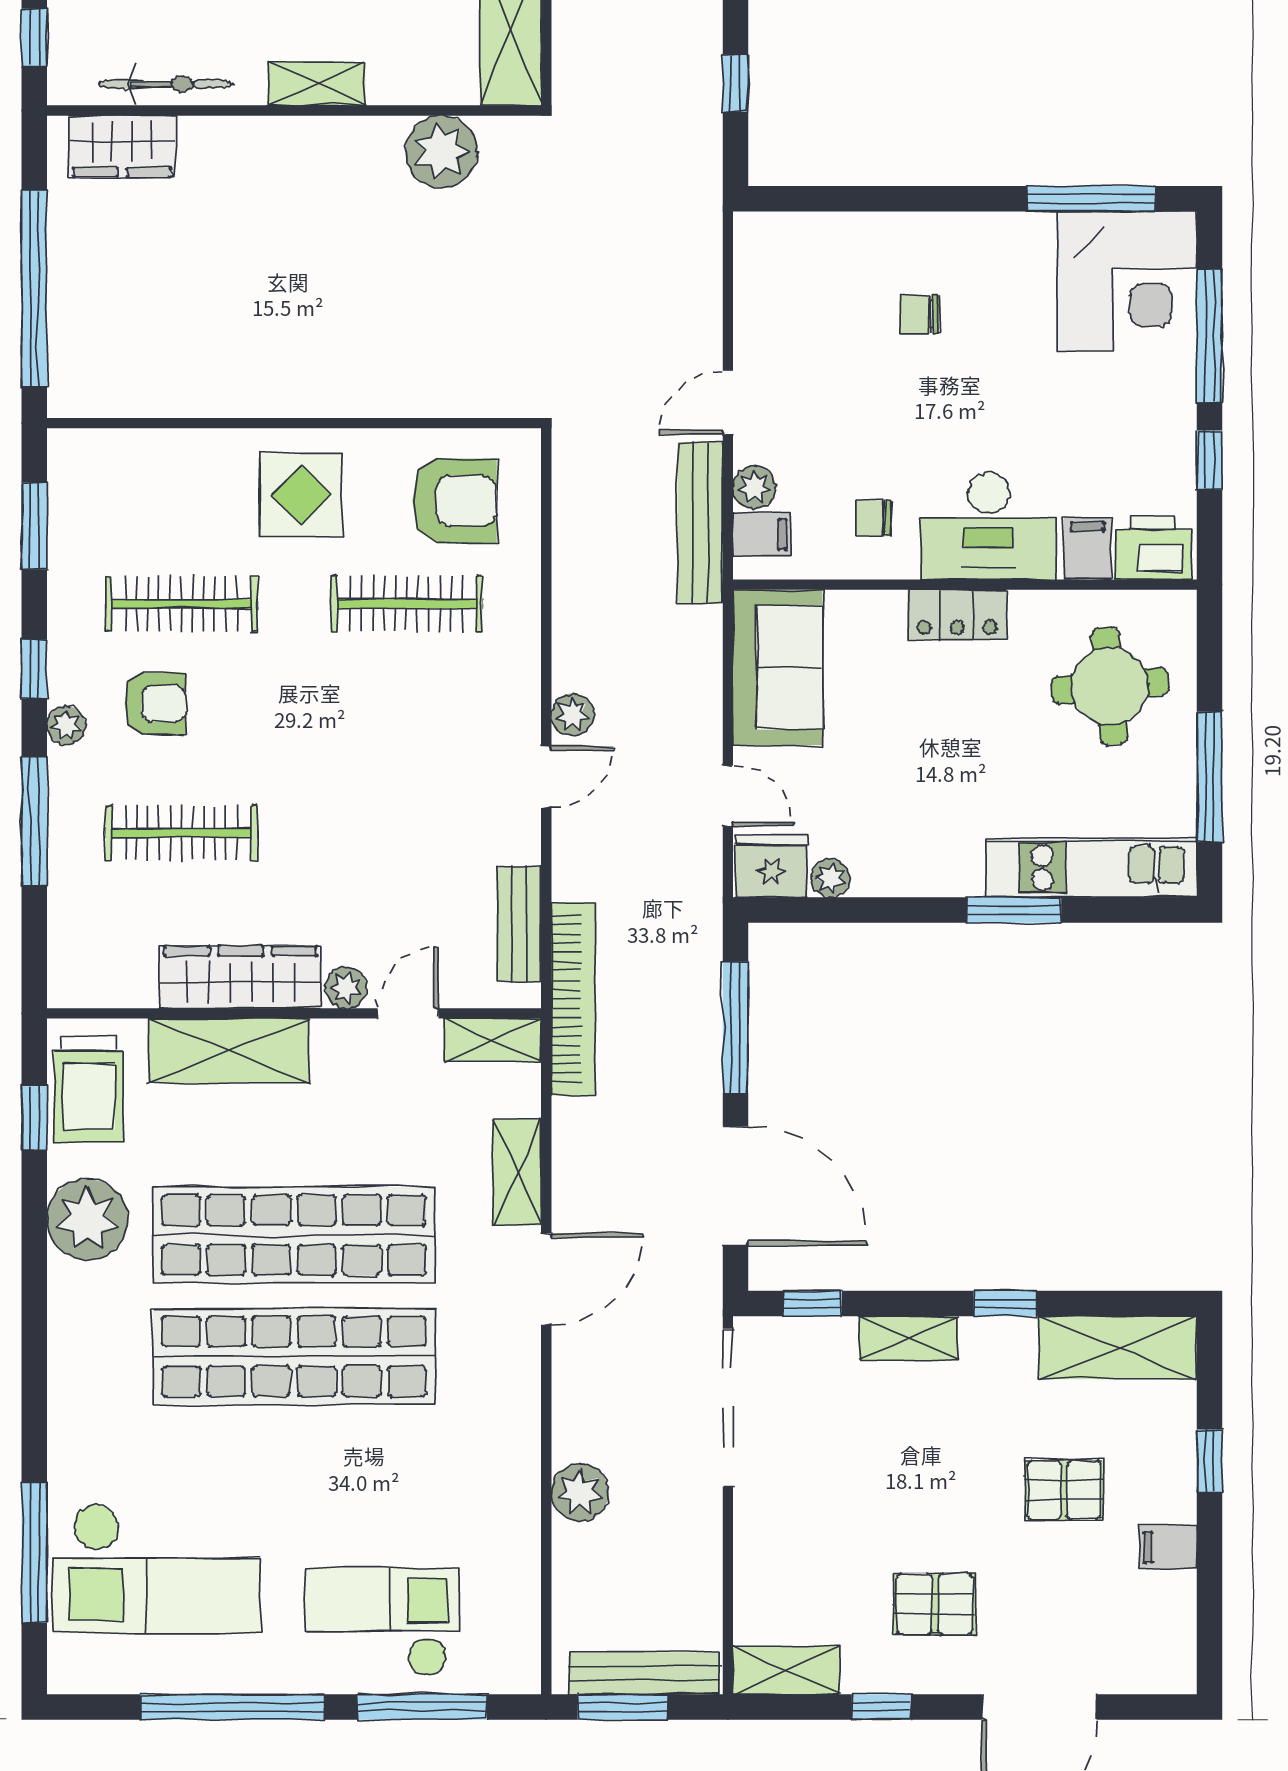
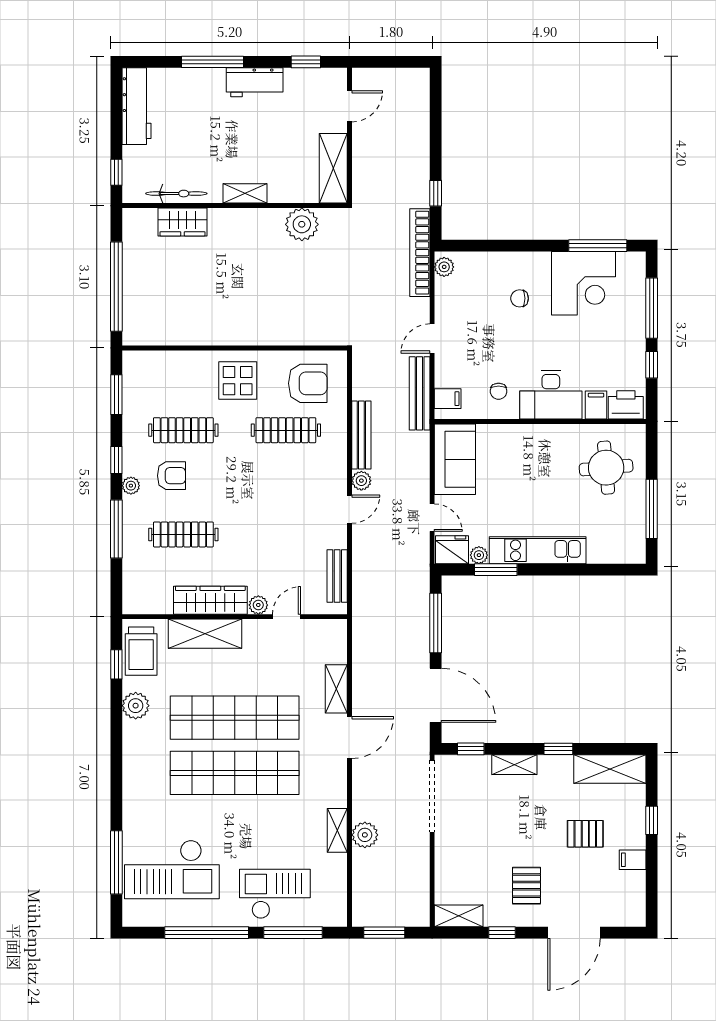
wardrobe: (122, 146) -> (182, 222), moved
corner desk: (1127, 281) -> (584, 283), moved
plant: (754, 487) -> (444, 267), moved
chair: (874, 518) -> (499, 391), turned -90
locker: (957, 615) -> (536, 435), removed
kitchen unit: (1091, 868) -> (538, 550), moved
window: (1014, 910) -> (496, 570), moved
bookcase: (573, 999) -> (420, 253), moved, turned 180
shelving: (493, 1040) -> (337, 830), moved, turned 90
plant: (87, 1219) -> (136, 706), width x0.73, depth x0.73
pallet: (935, 1604) -> (526, 886), turned 90
bench: (644, 1673) -> (361, 435), moved, turned 90

